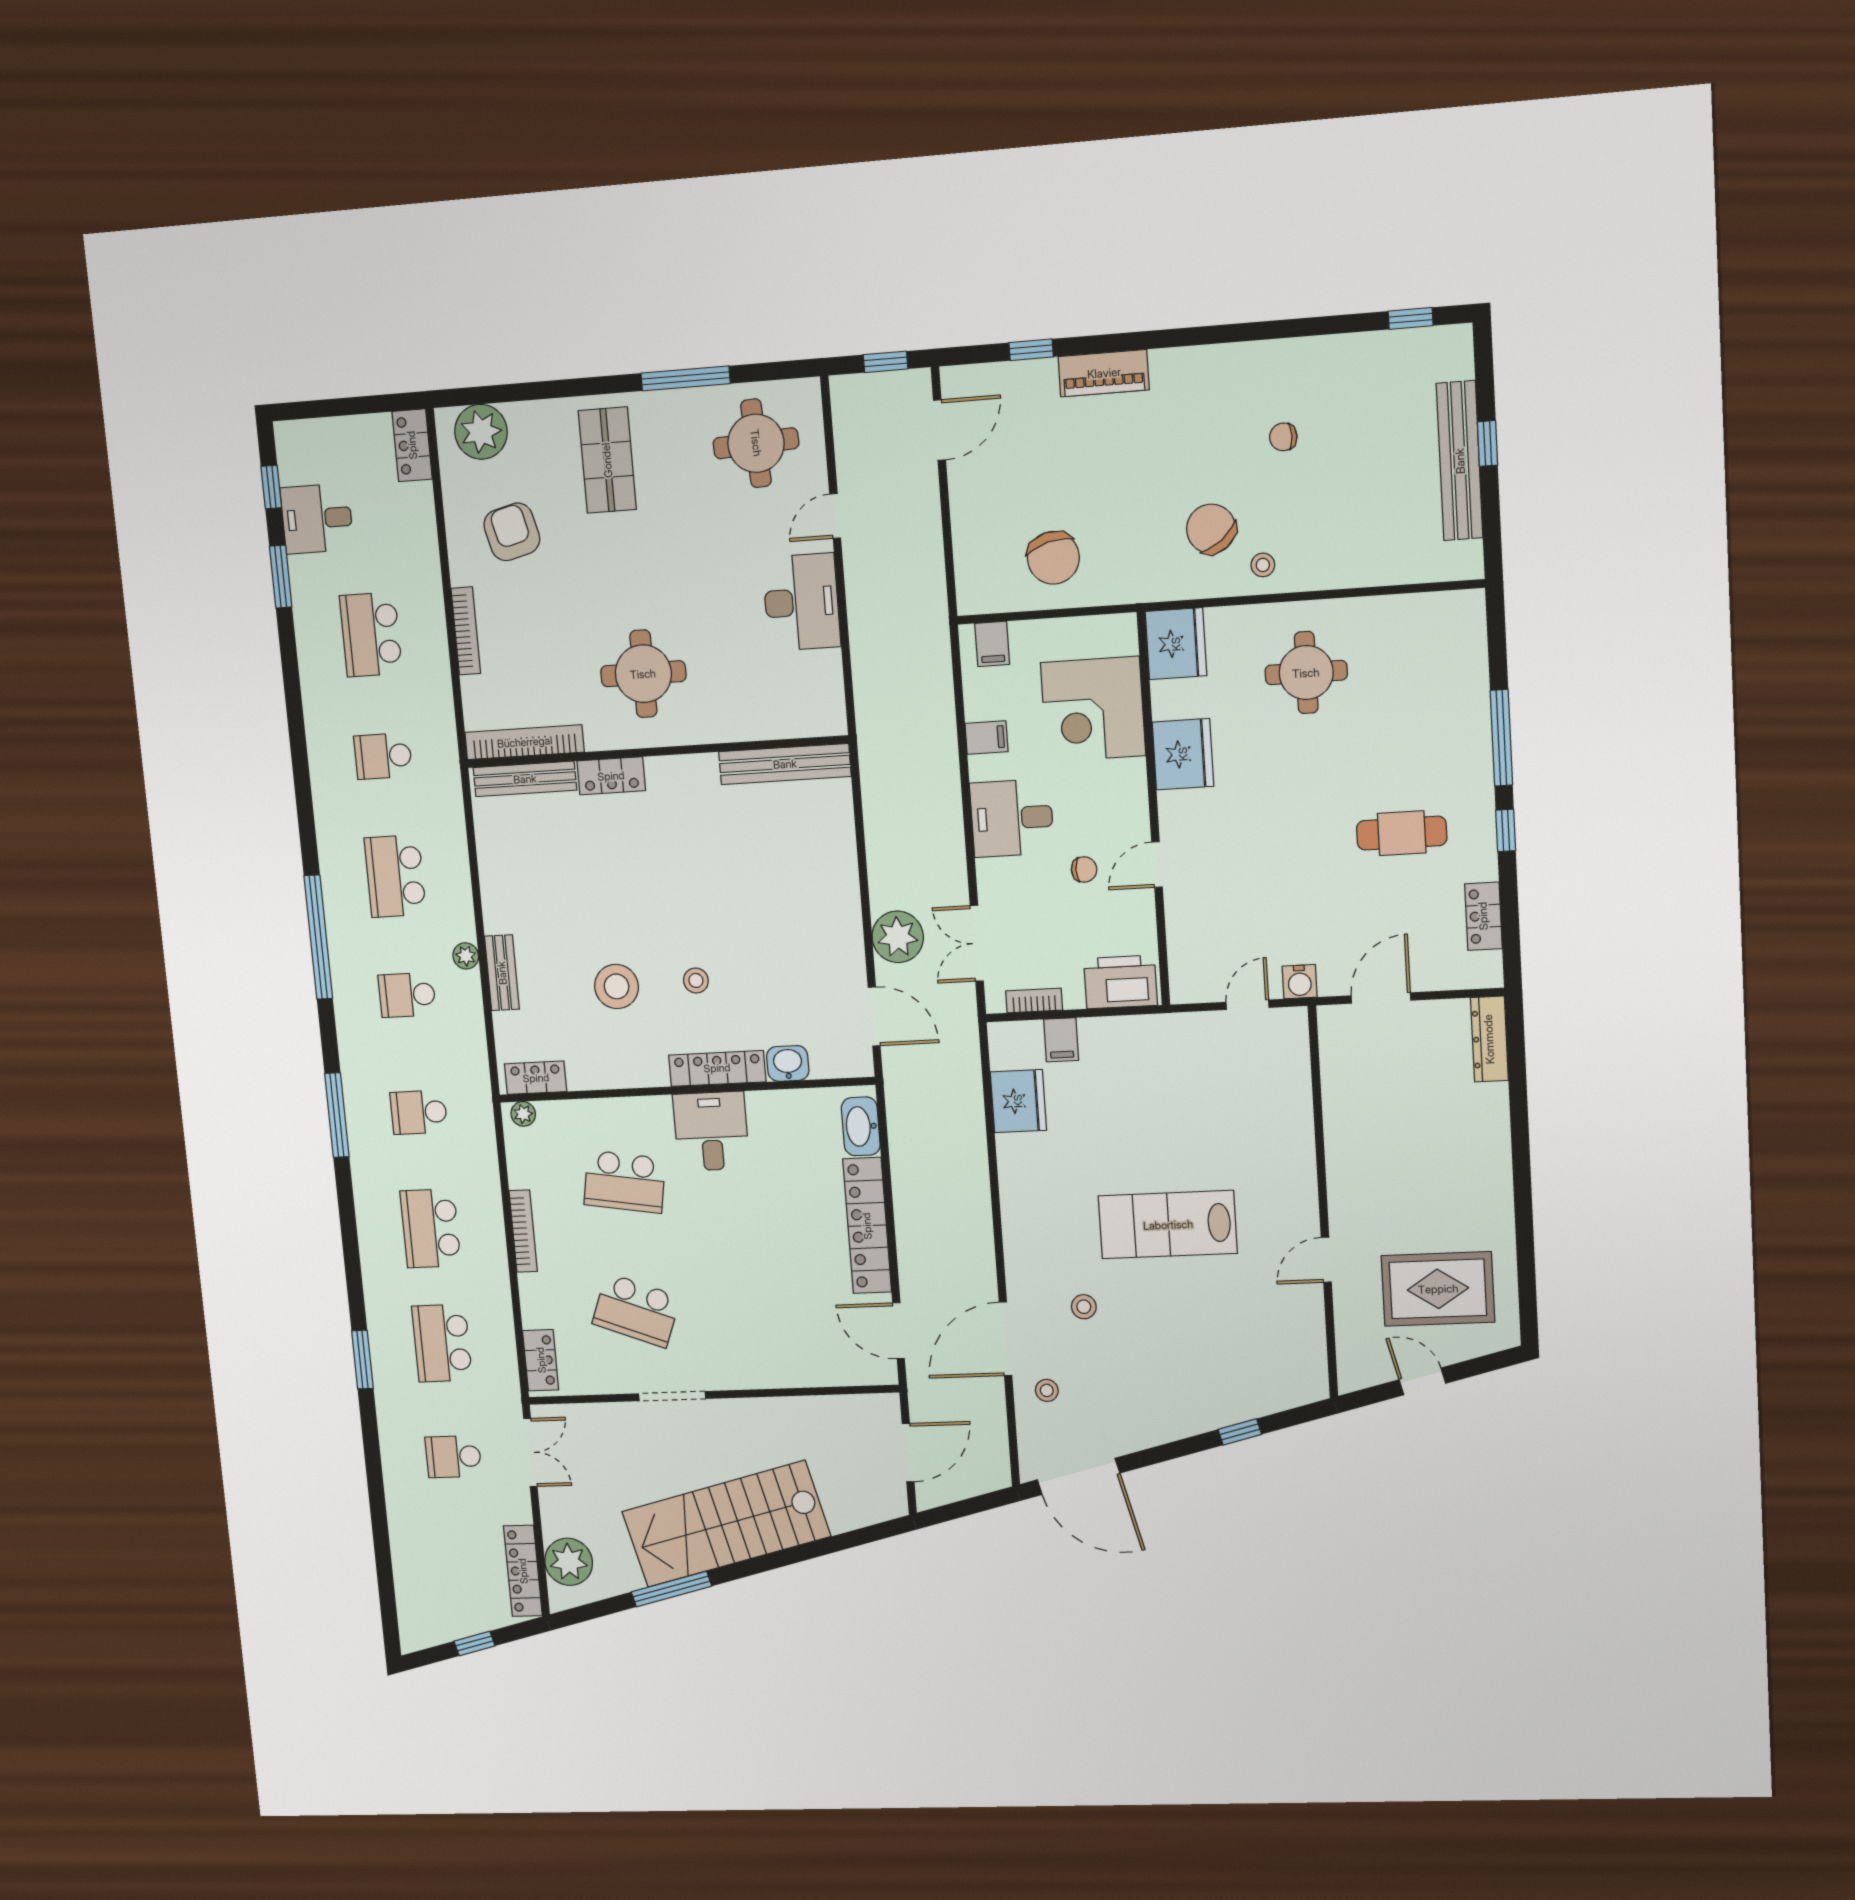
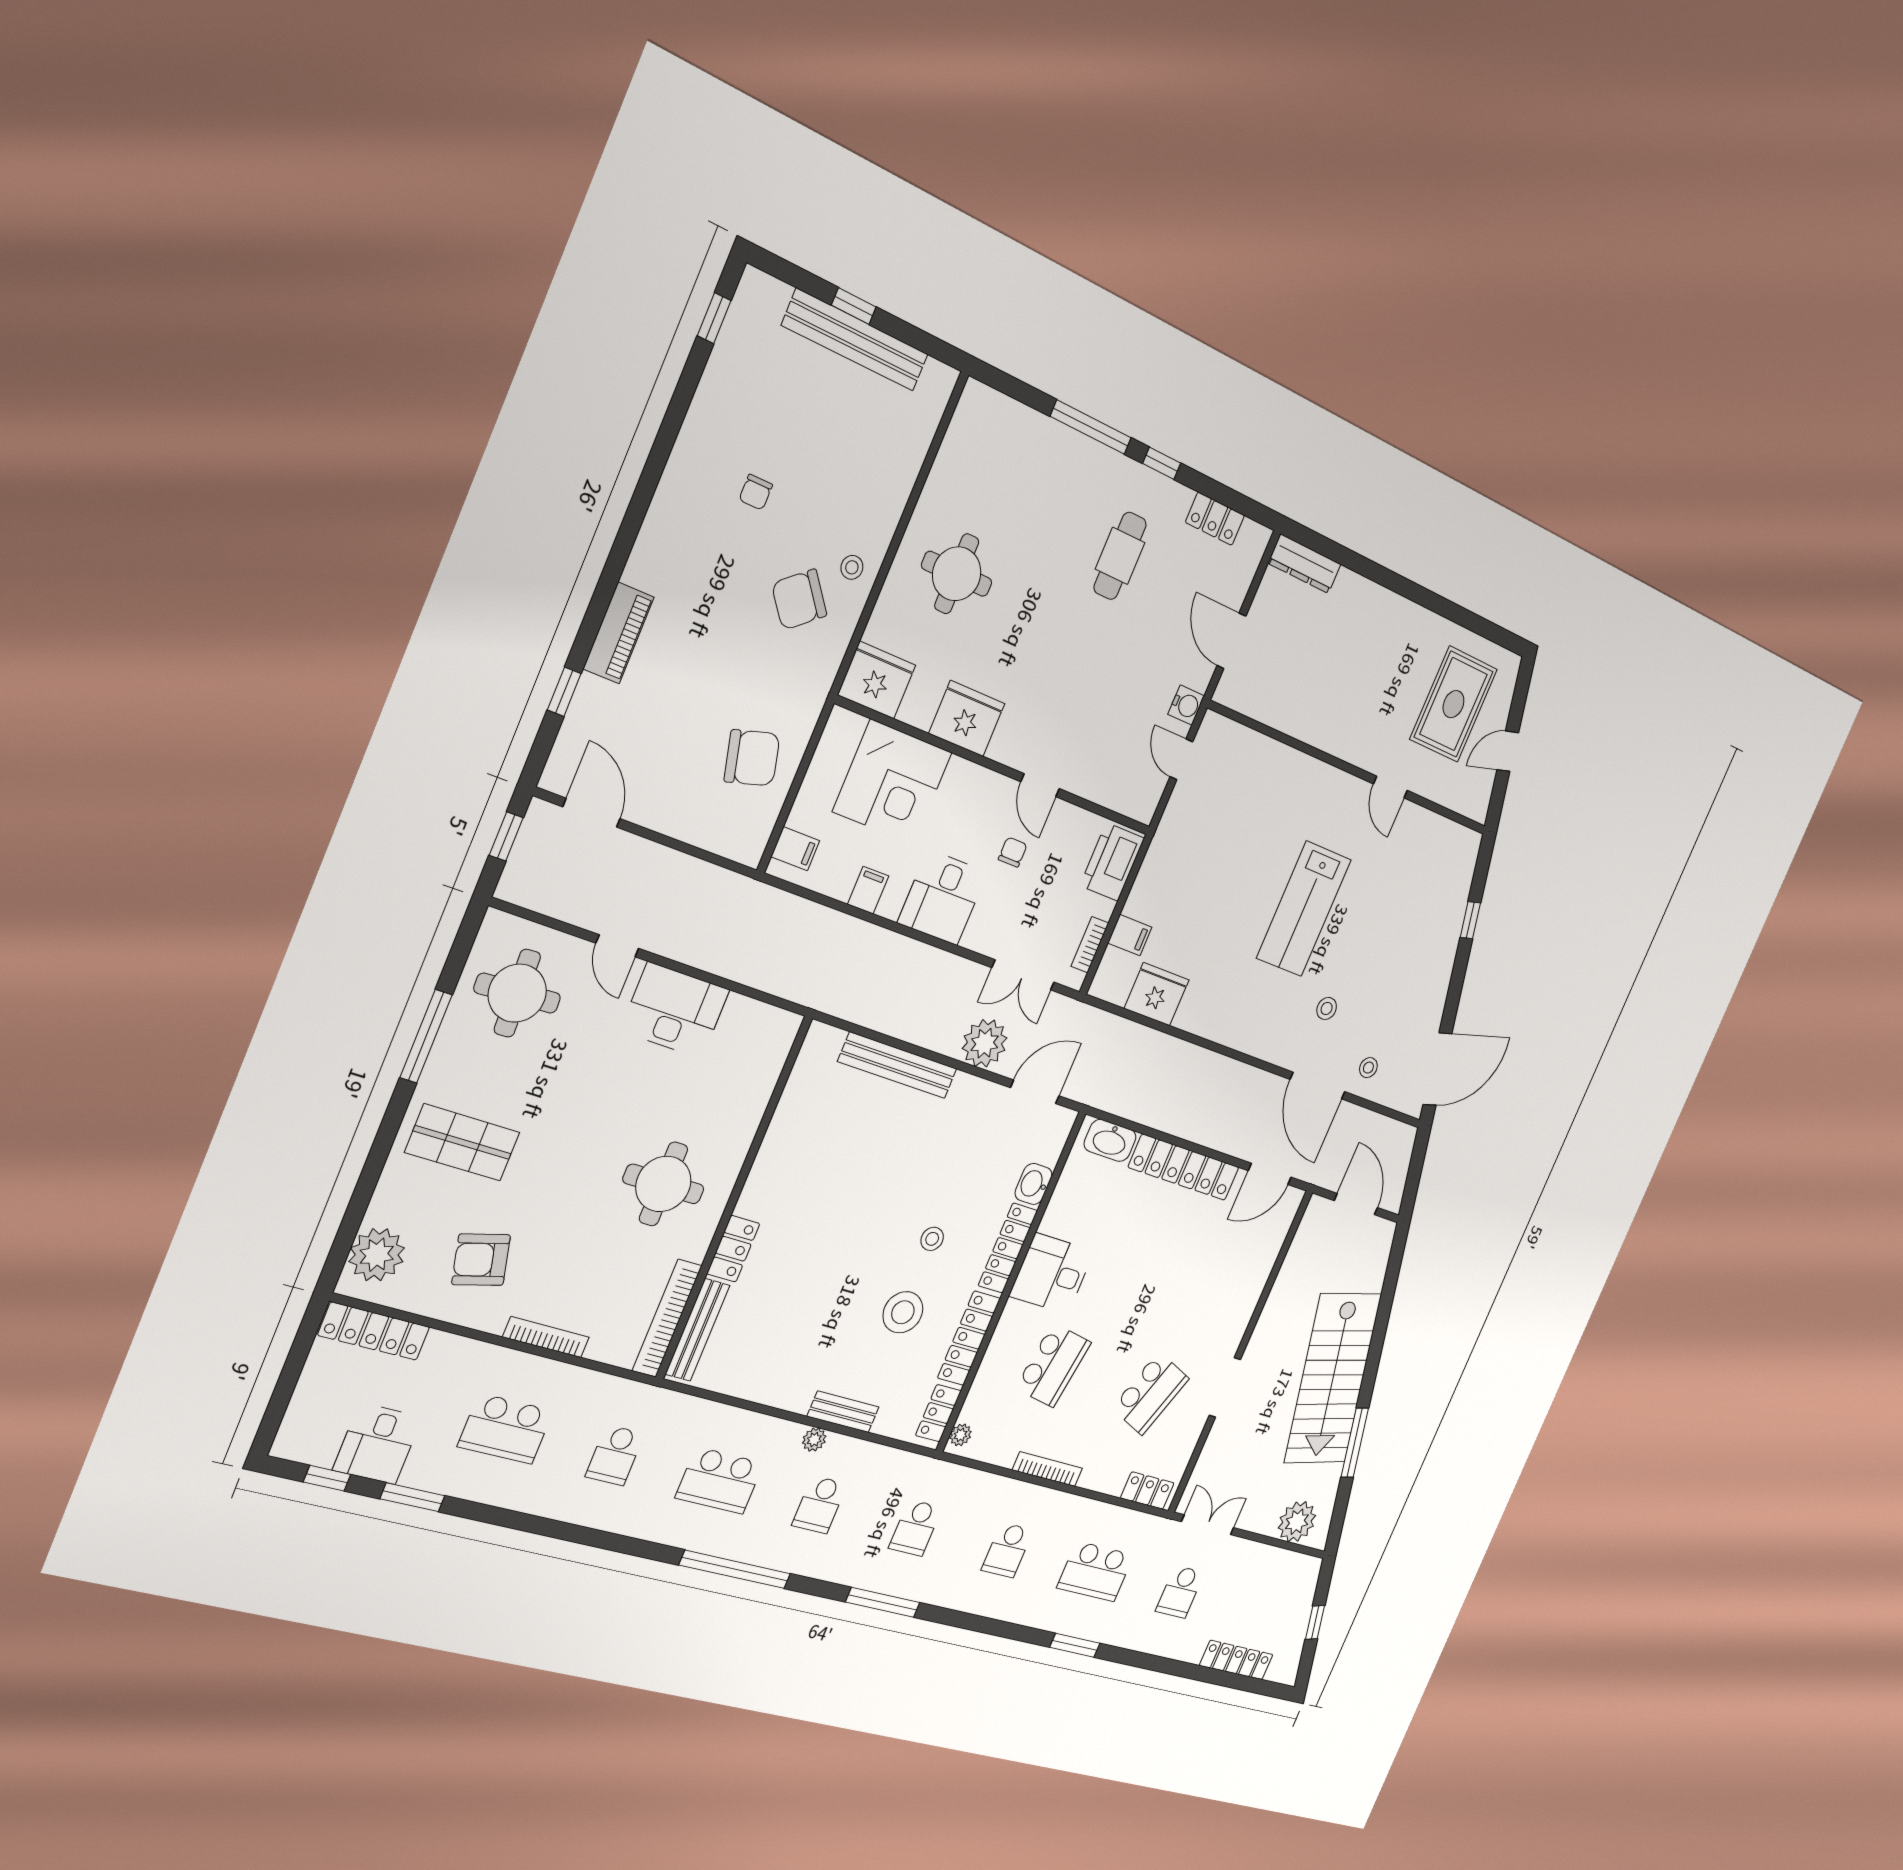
locker: (412, 445) -> (374, 1331), width x1.53
bench: (785, 764) -> (898, 1065), moved, turned 90
locker: (618, 1072) -> (969, 1338), added
school desk: (431, 1228) -> (1007, 1550), width x0.54
locker: (523, 1571) -> (1236, 1660), moved, turned 180

